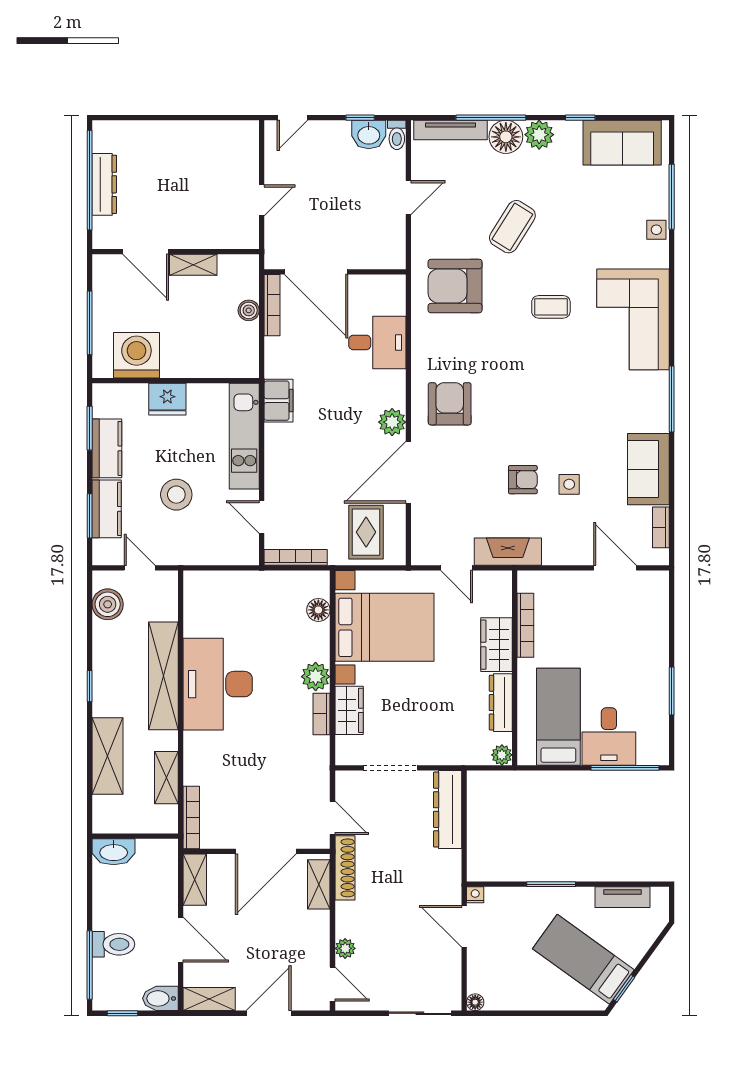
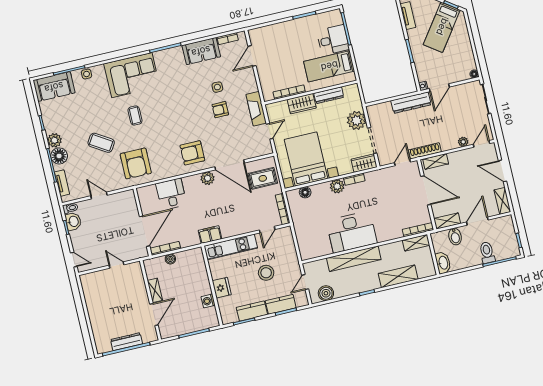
tv unit: (451, 130) -> (62, 183), width x0.71
sofa: (622, 143) -> (54, 87), moved, turned 90
washing machine: (136, 355) -> (208, 301), width x0.53, depth x0.53
armchair: (523, 480) -> (220, 110), turned -90
wardrobe: (349, 710) -> (364, 163), moved
plant: (502, 755) -> (356, 120), moved, width x1.88, depth x1.88
shelving: (166, 778) -> (416, 243), moved
dresser: (448, 810) -> (411, 103), moved
bidet: (160, 998) -> (455, 236), moved

